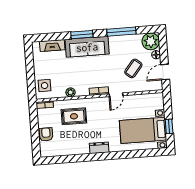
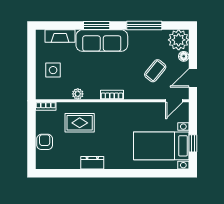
side table: (45, 86) -> (53, 70), moved
door: (116, 95) -> (174, 101), moved
dresser: (99, 148) -> (92, 163), moved

